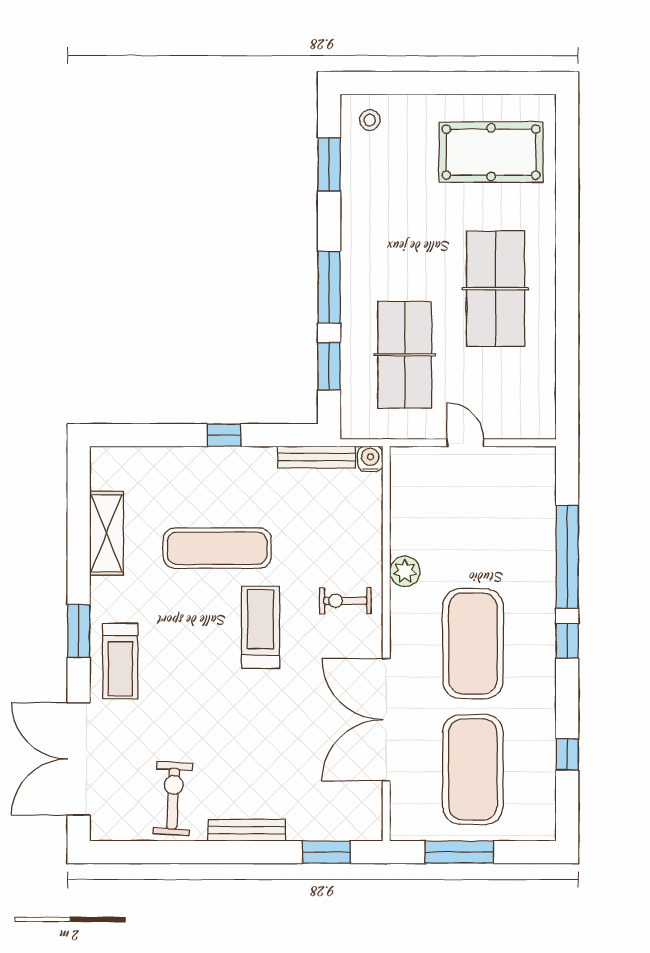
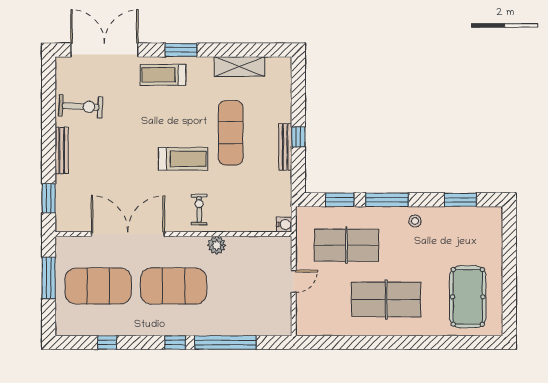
stool: (370, 120) -> (415, 221), moved
bench: (317, 457) -> (285, 147), moved

